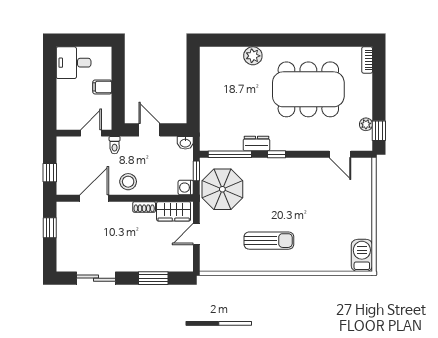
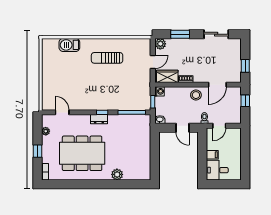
desk: (74, 63) -> (217, 170), moved, turned 180
window: (379, 131) -> (38, 151), moved
dresser: (256, 144) -> (99, 119), moved
parasol: (222, 189) -> (136, 90), removed
barbecue: (362, 255) -> (69, 45), moved, turned 90
plant: (184, 263) -> (160, 44), added

